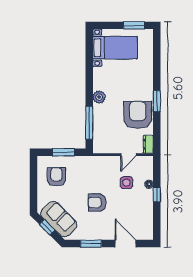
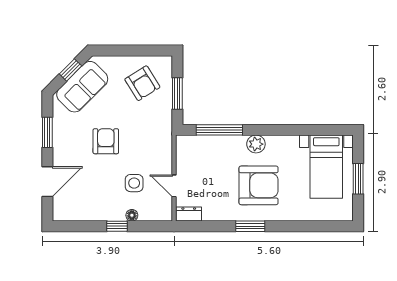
window: (134, 25) -> (358, 179), moved
armchair: (138, 115) -> (259, 185), moved
armchair: (56, 177) -> (142, 83), turned 58

